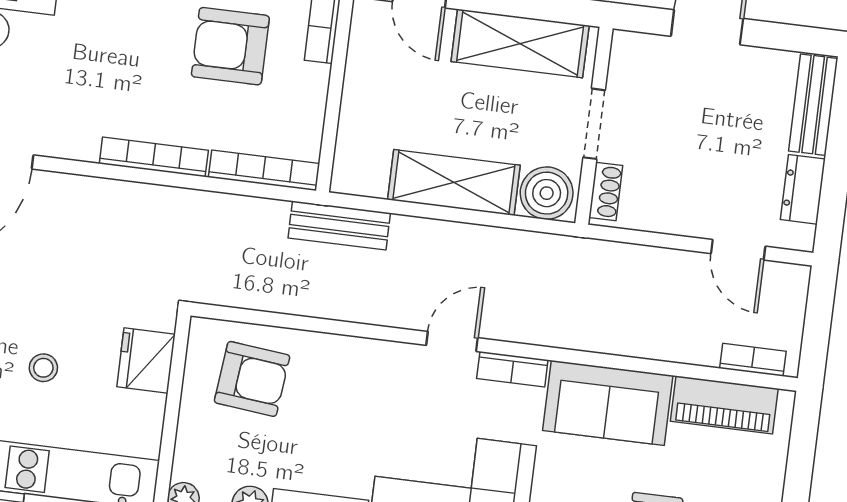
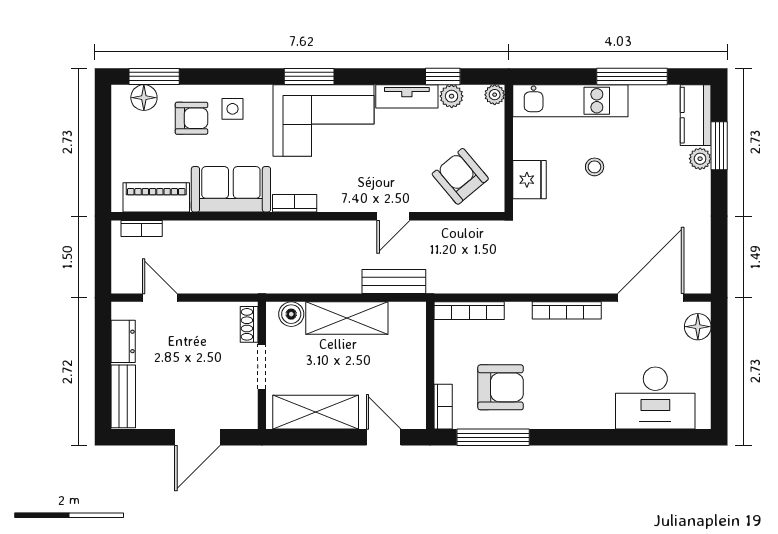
bookcase: (154, 157) -> (567, 310), moved
boiler: (547, 193) -> (291, 314), width x0.73, depth x0.73
bench: (339, 225) -> (394, 281), moved
door: (452, 342) -> (393, 216), moved
armchair: (252, 379) -> (460, 176), turned 44

